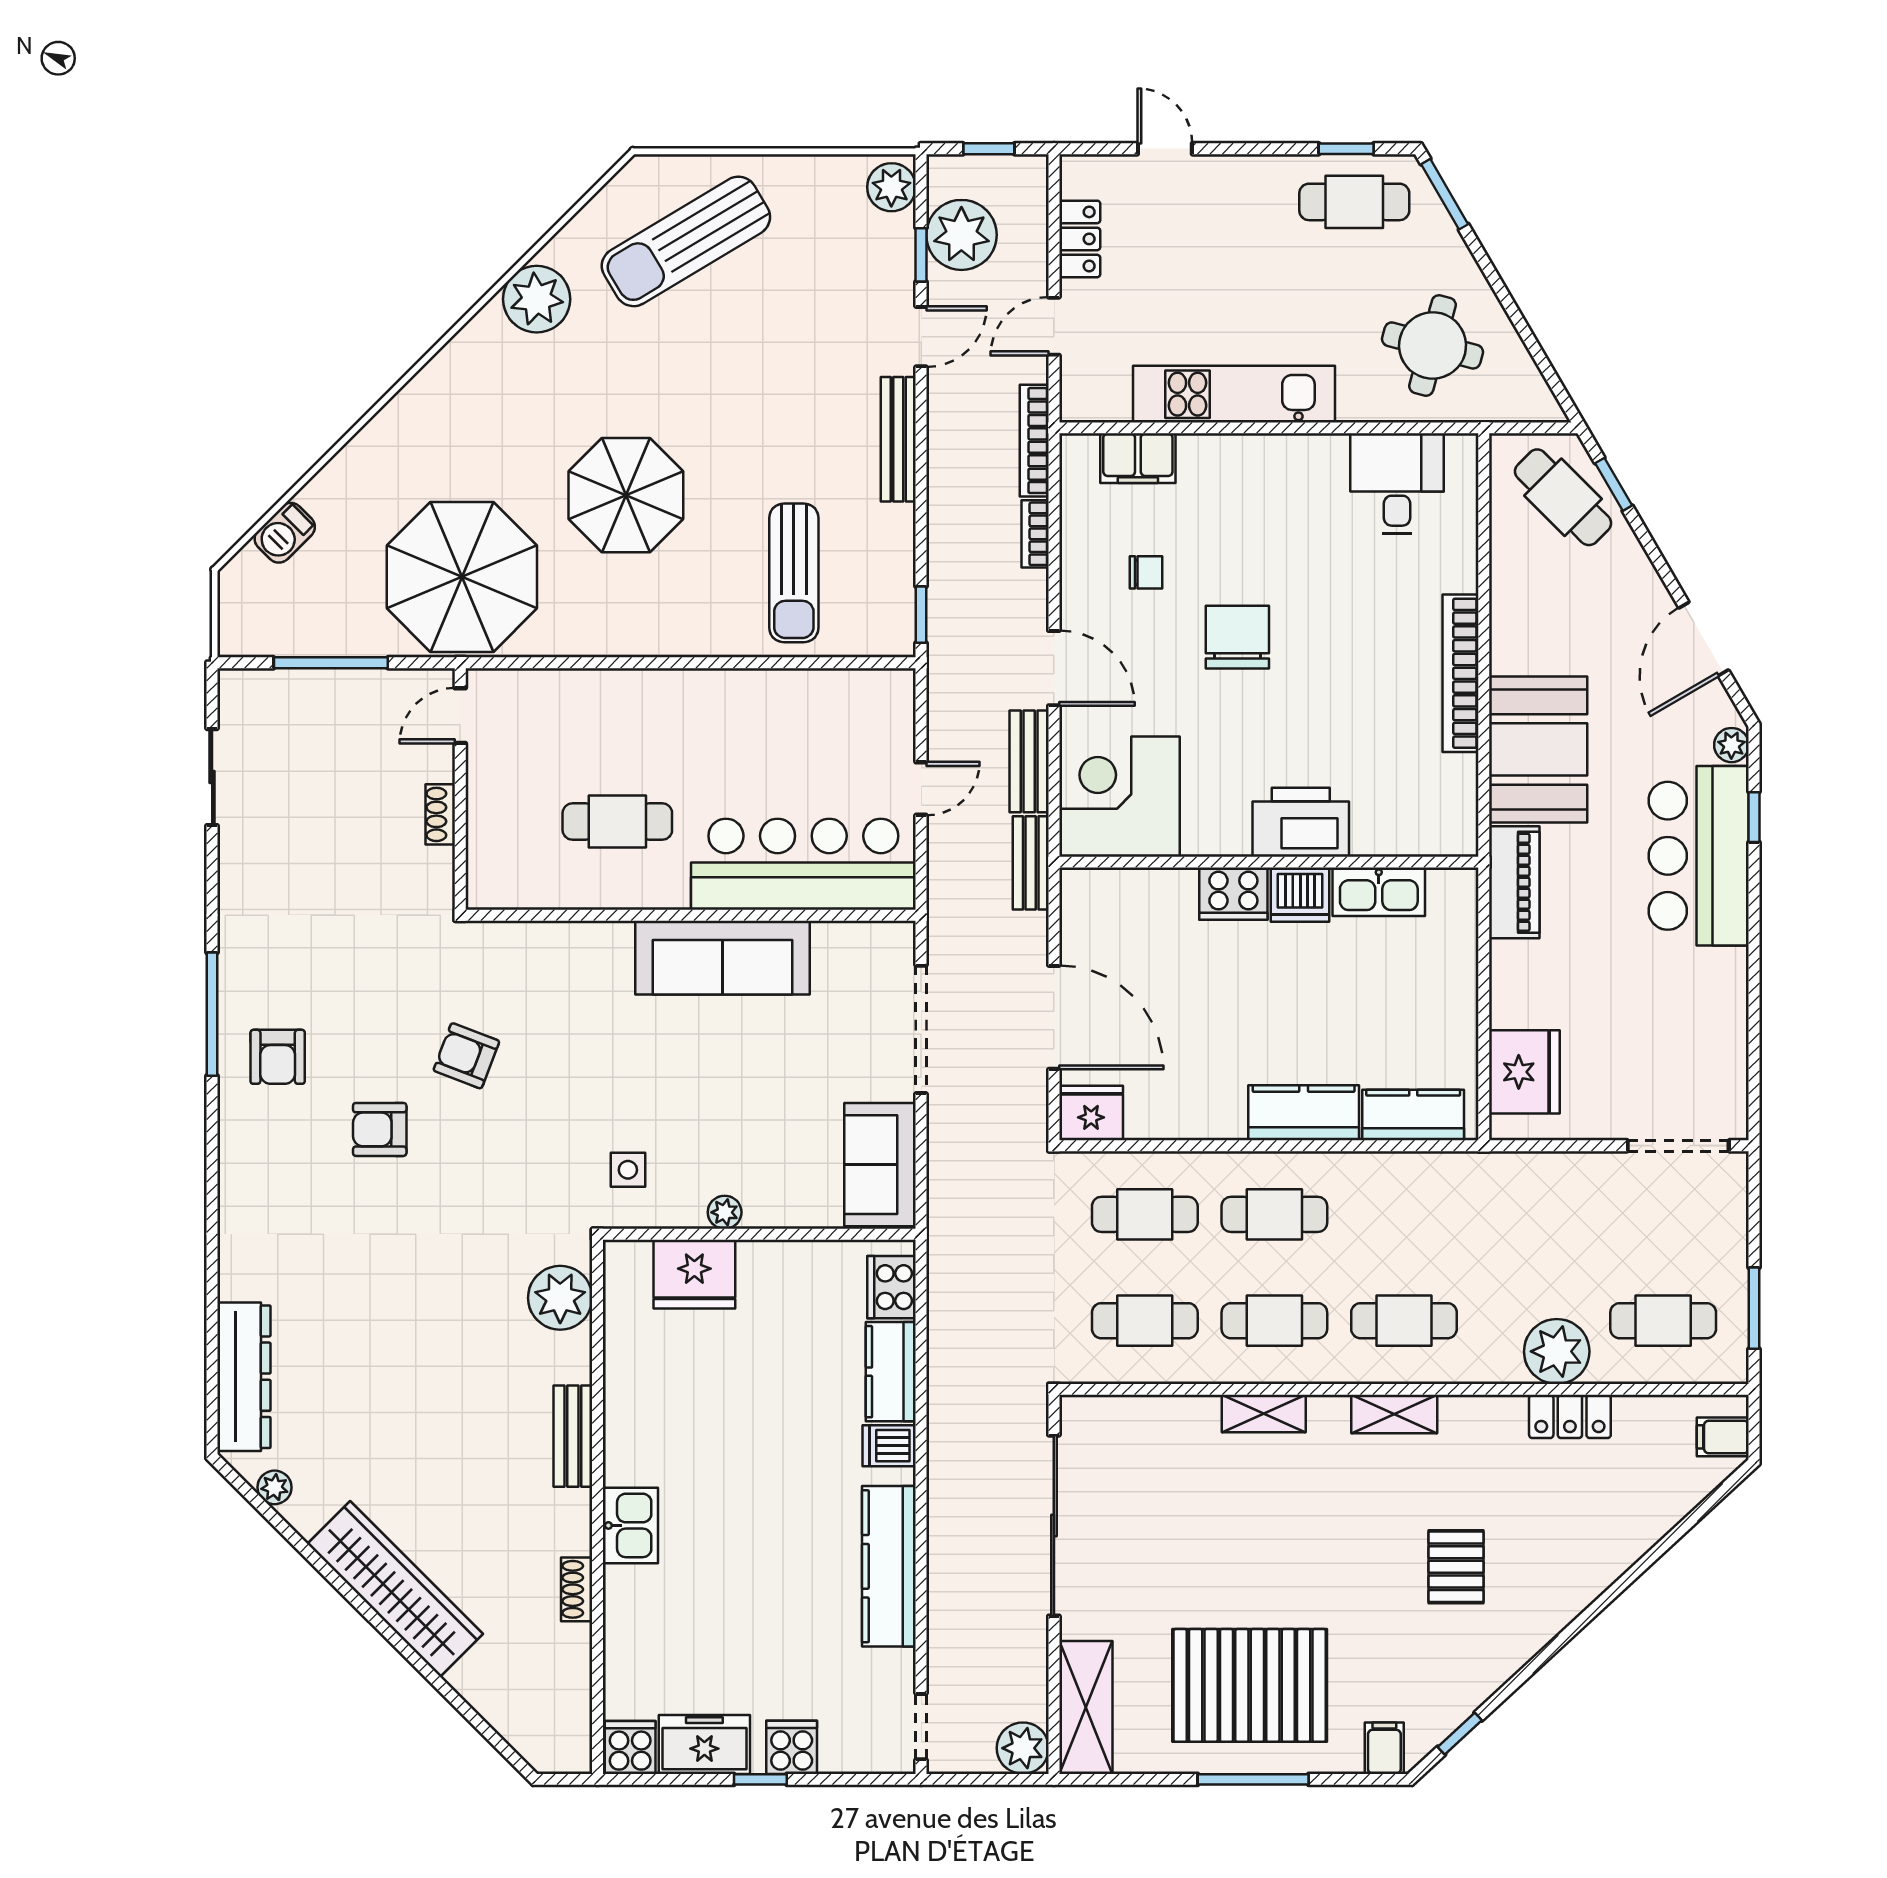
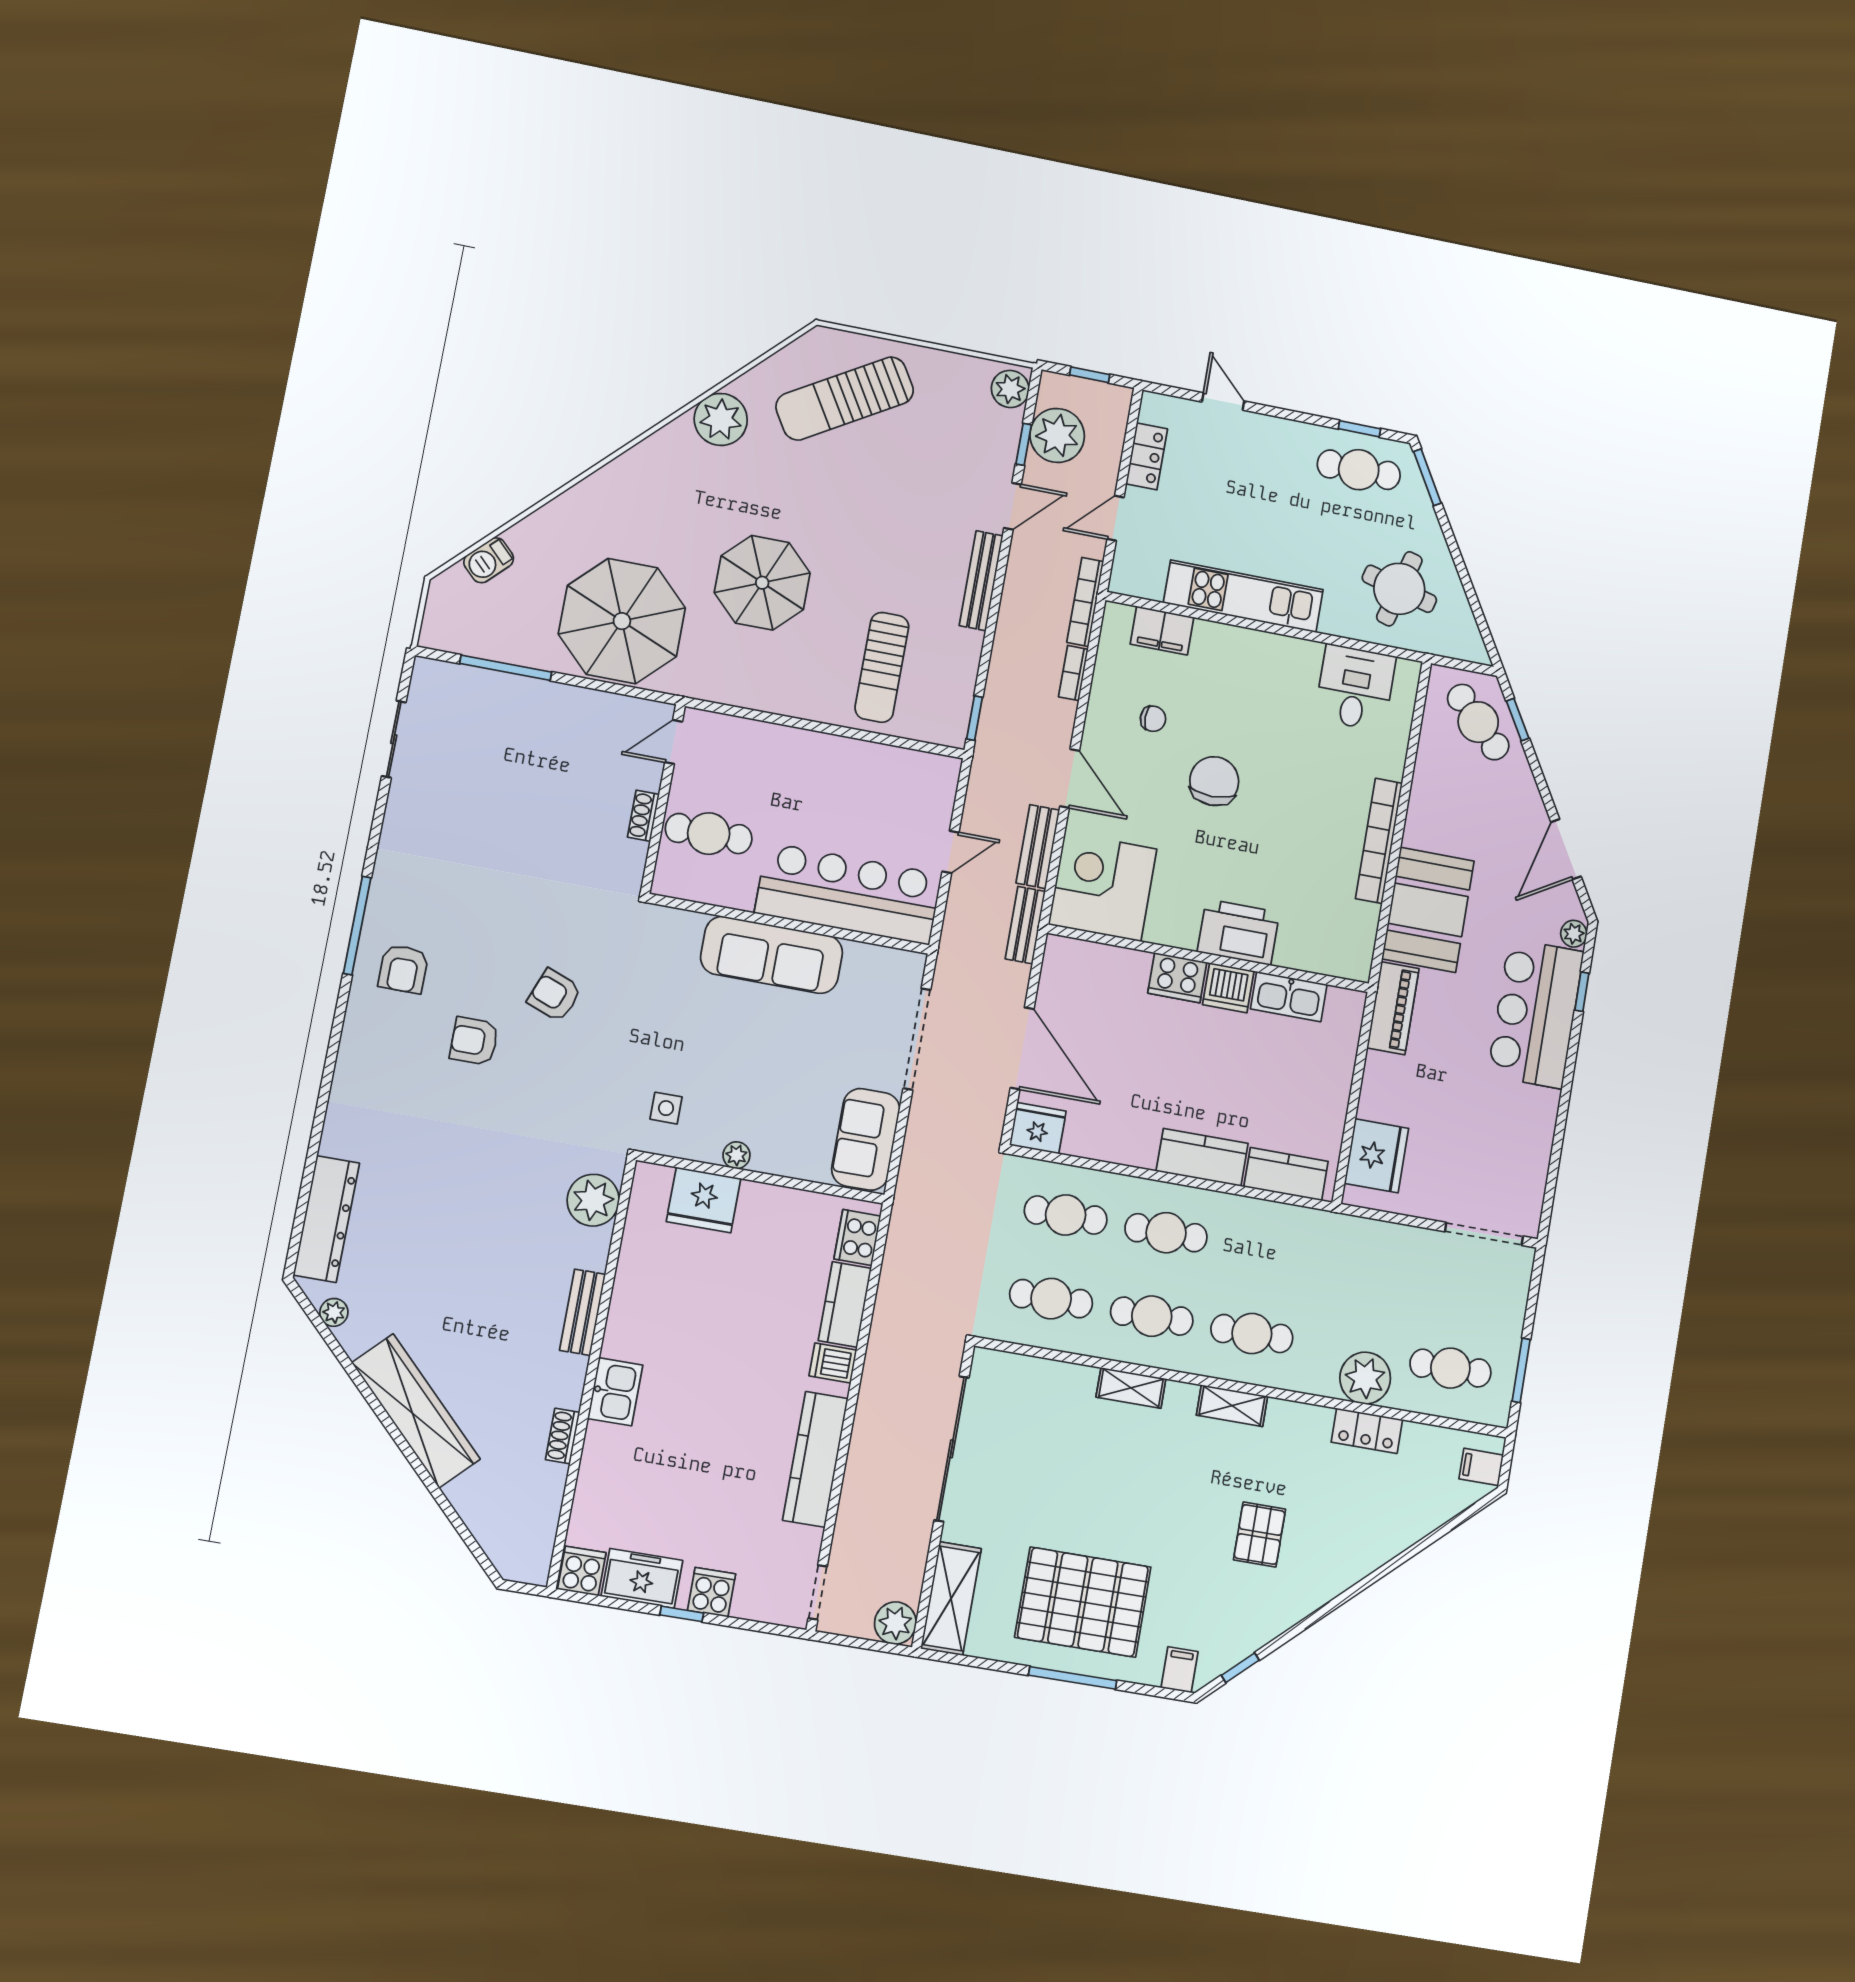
door: (460, 716) -> (674, 742), moved
wall: (460, 789) -> (663, 799), moved
shoe rack: (440, 814) -> (643, 816), moved

